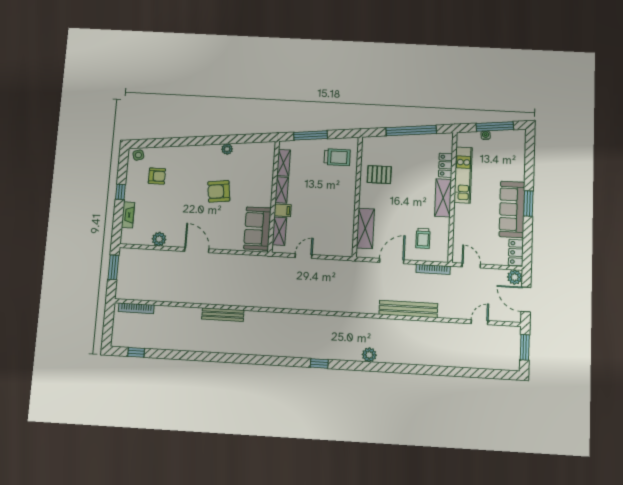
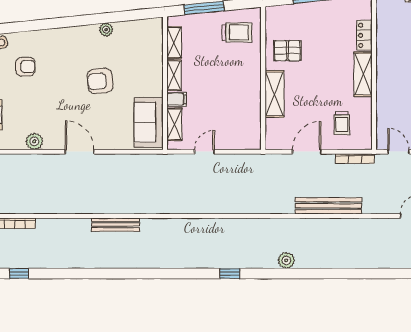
kitchen unit: (463, 175) -> (385, 46), removed
shelving: (365, 228) -> (274, 94), moved

